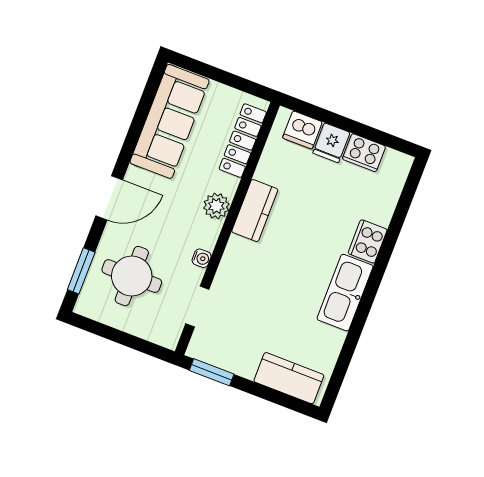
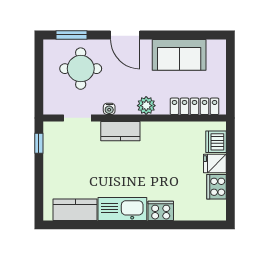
sofa: (170, 121) -> (179, 55), width x0.73
kitchen counter: (255, 211) -> (120, 131), moved
window: (212, 372) -> (39, 143), width x0.67
kitchen counter: (289, 378) -> (75, 210), moved, turned -90

